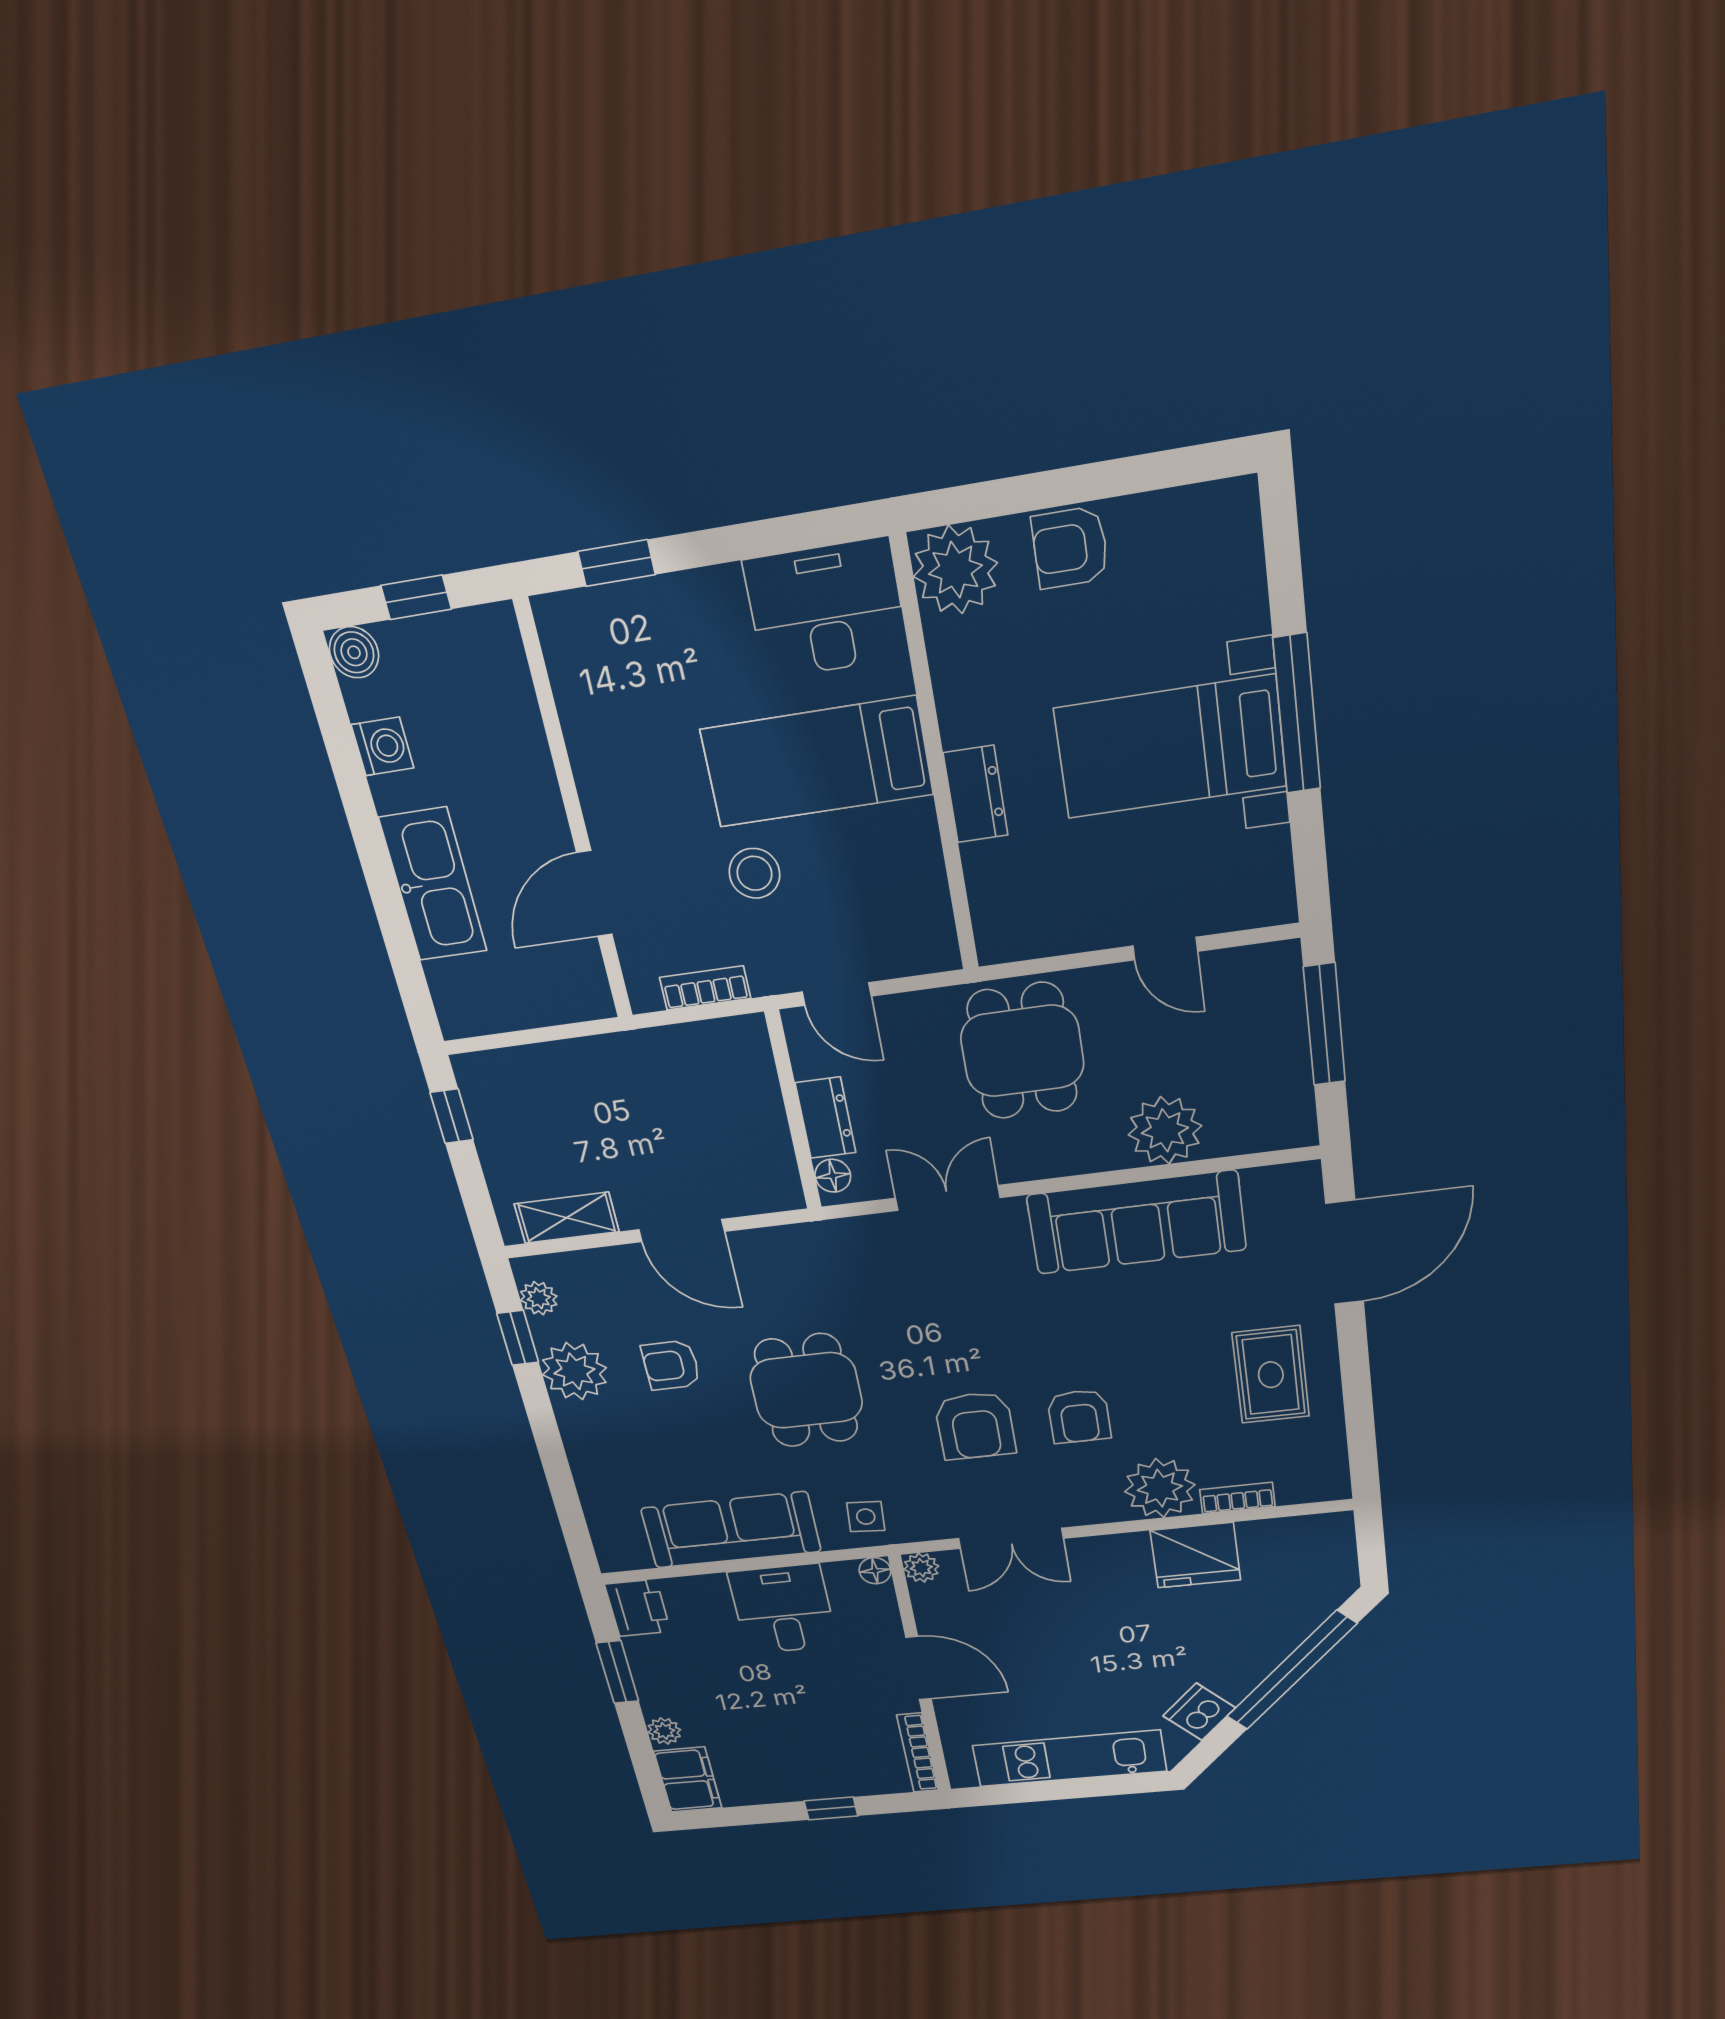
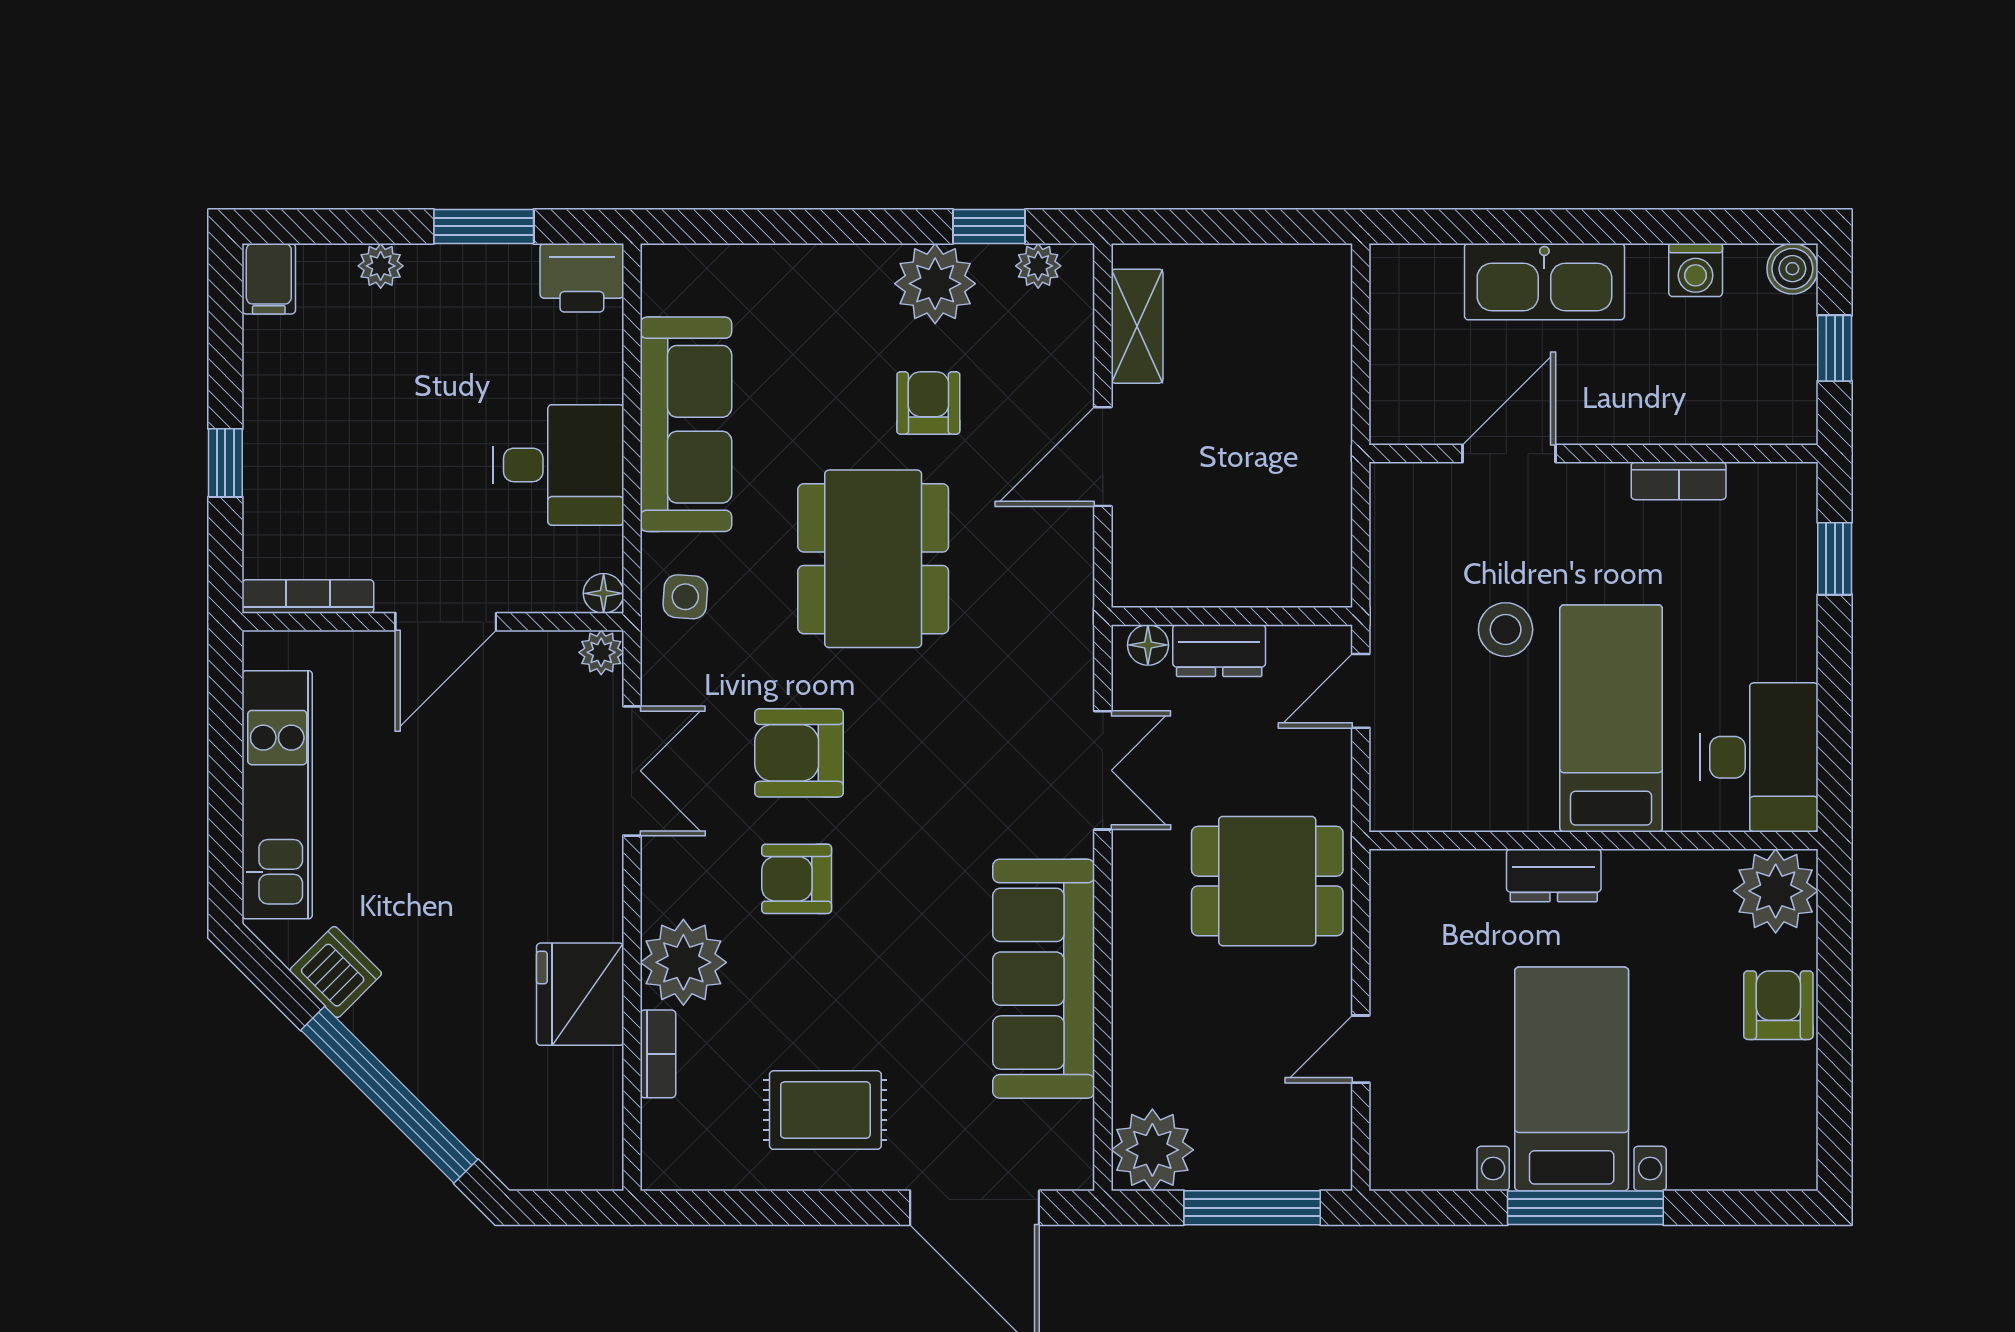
door: (594, 894) -> (1509, 454), hinge flipped
bookcase: (705, 988) -> (1679, 481), moved, turned 90
window: (452, 1116) -> (1280, 226), removed
plant: (1165, 1130) -> (1152, 1150), moved
dining table: (806, 1391) -> (873, 559), width x1.38
double door: (1011, 1538) -> (632, 771), swing flipped
filing cabinet: (688, 1780) -> (269, 279), width x0.50

